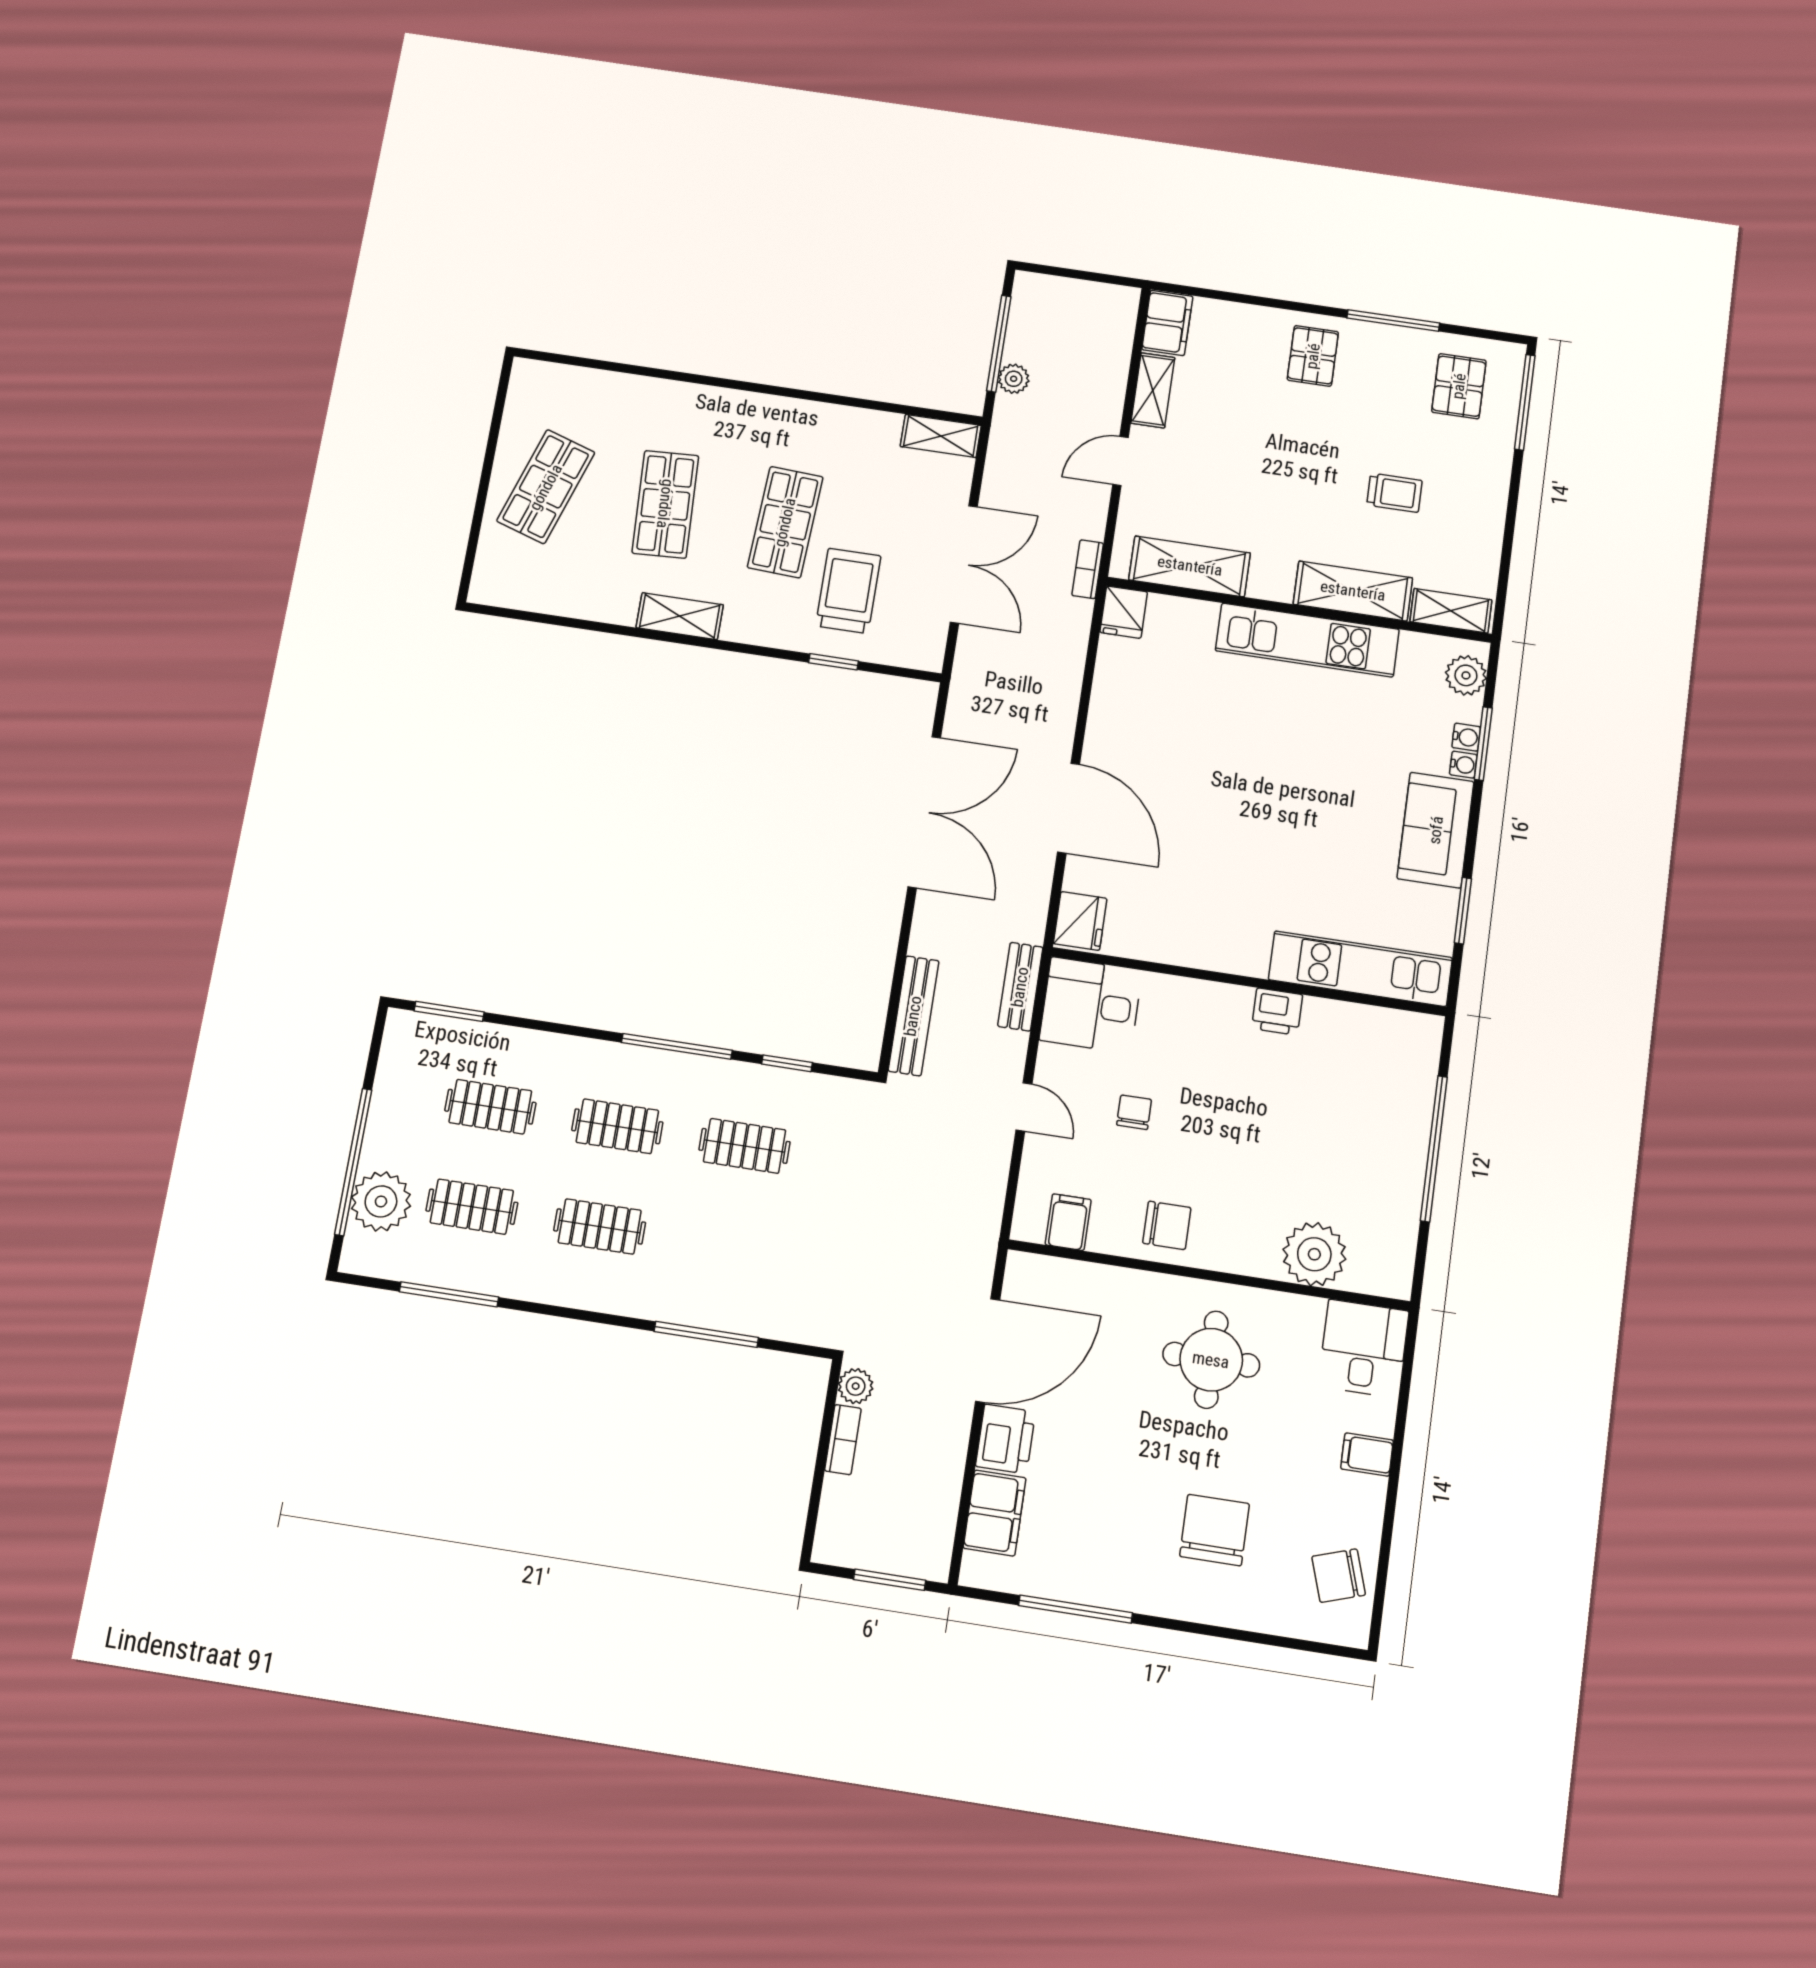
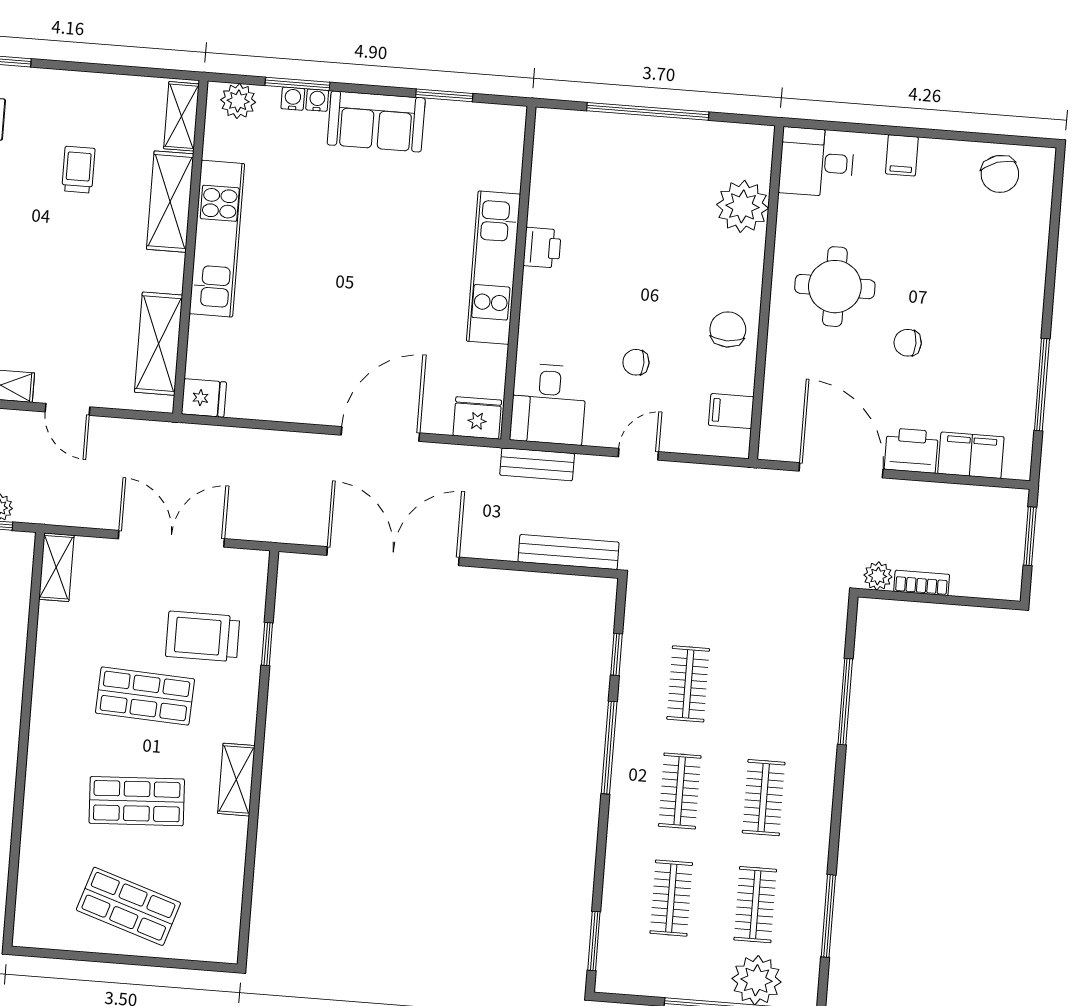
bookcase: (1088, 569) -> (168, 432), removed
kitchen unit: (1360, 969) -> (494, 268), moved
chair: (1215, 1530) -> (908, 343), moved, width x0.54, depth x0.54

